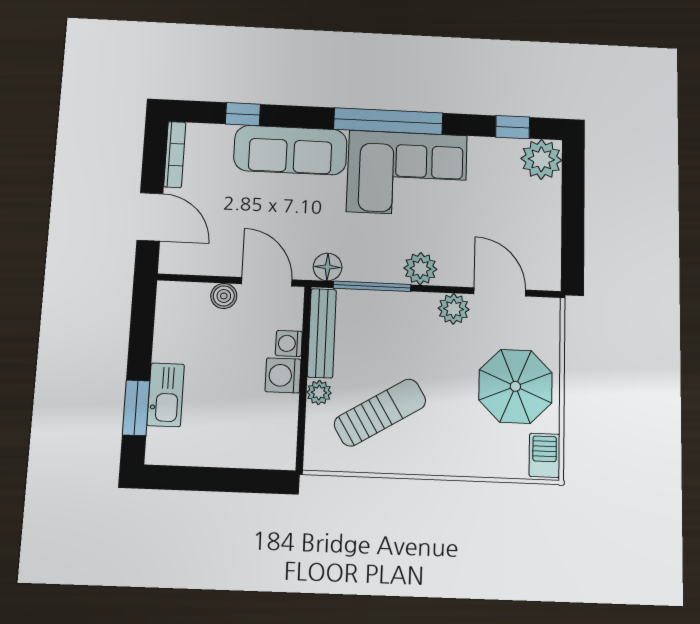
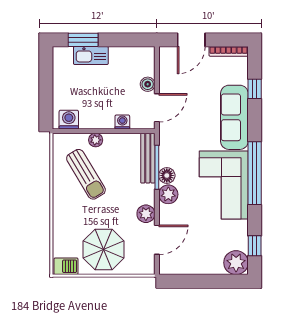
floor lamp: (328, 267) -> (167, 175), moved
bench: (322, 333) -> (148, 158), moved, turned 90
washing machine: (283, 375) -> (69, 120), moved

